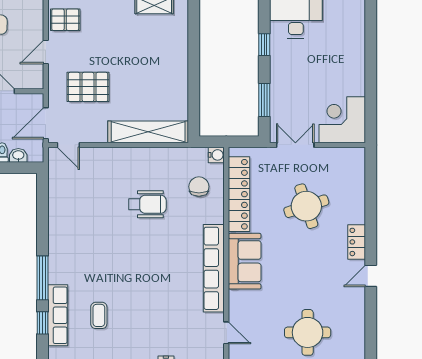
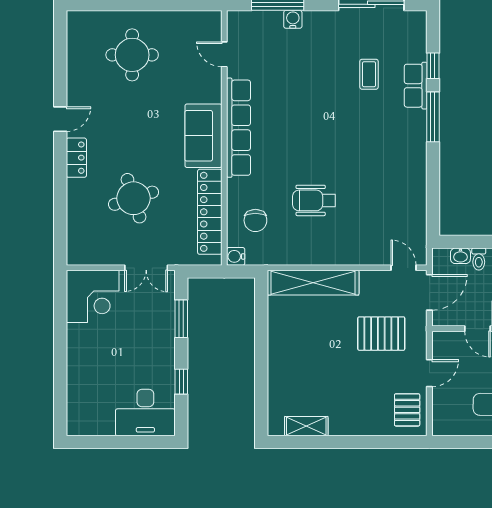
pallet: (65, 20) -> (407, 410), turned 90
row of seats: (58, 315) -> (416, 86), width x0.68

